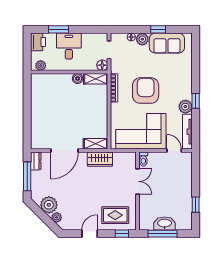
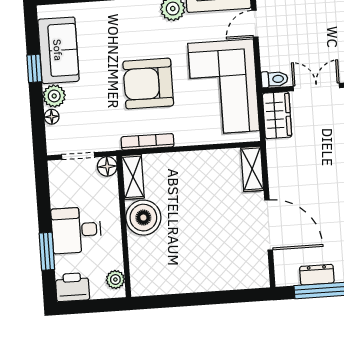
boiler: (78, 79) -> (143, 218), width x1.86, depth x1.86
wardrobe: (100, 159) -> (277, 115), moved
dresser: (36, 161) -> (317, 275), moved

